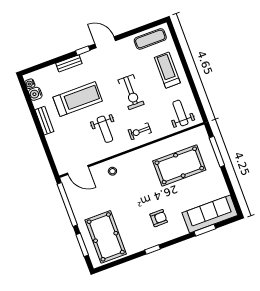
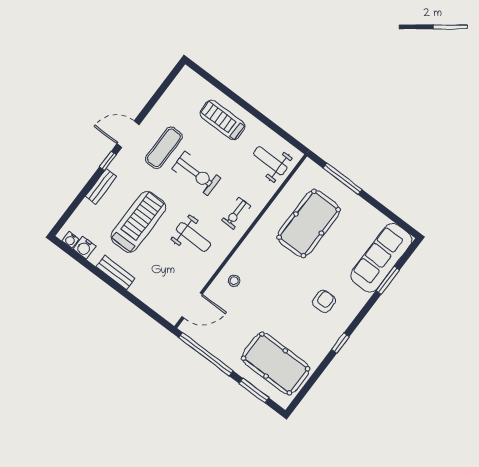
exercise mat: (150, 39) -> (164, 148), moved

